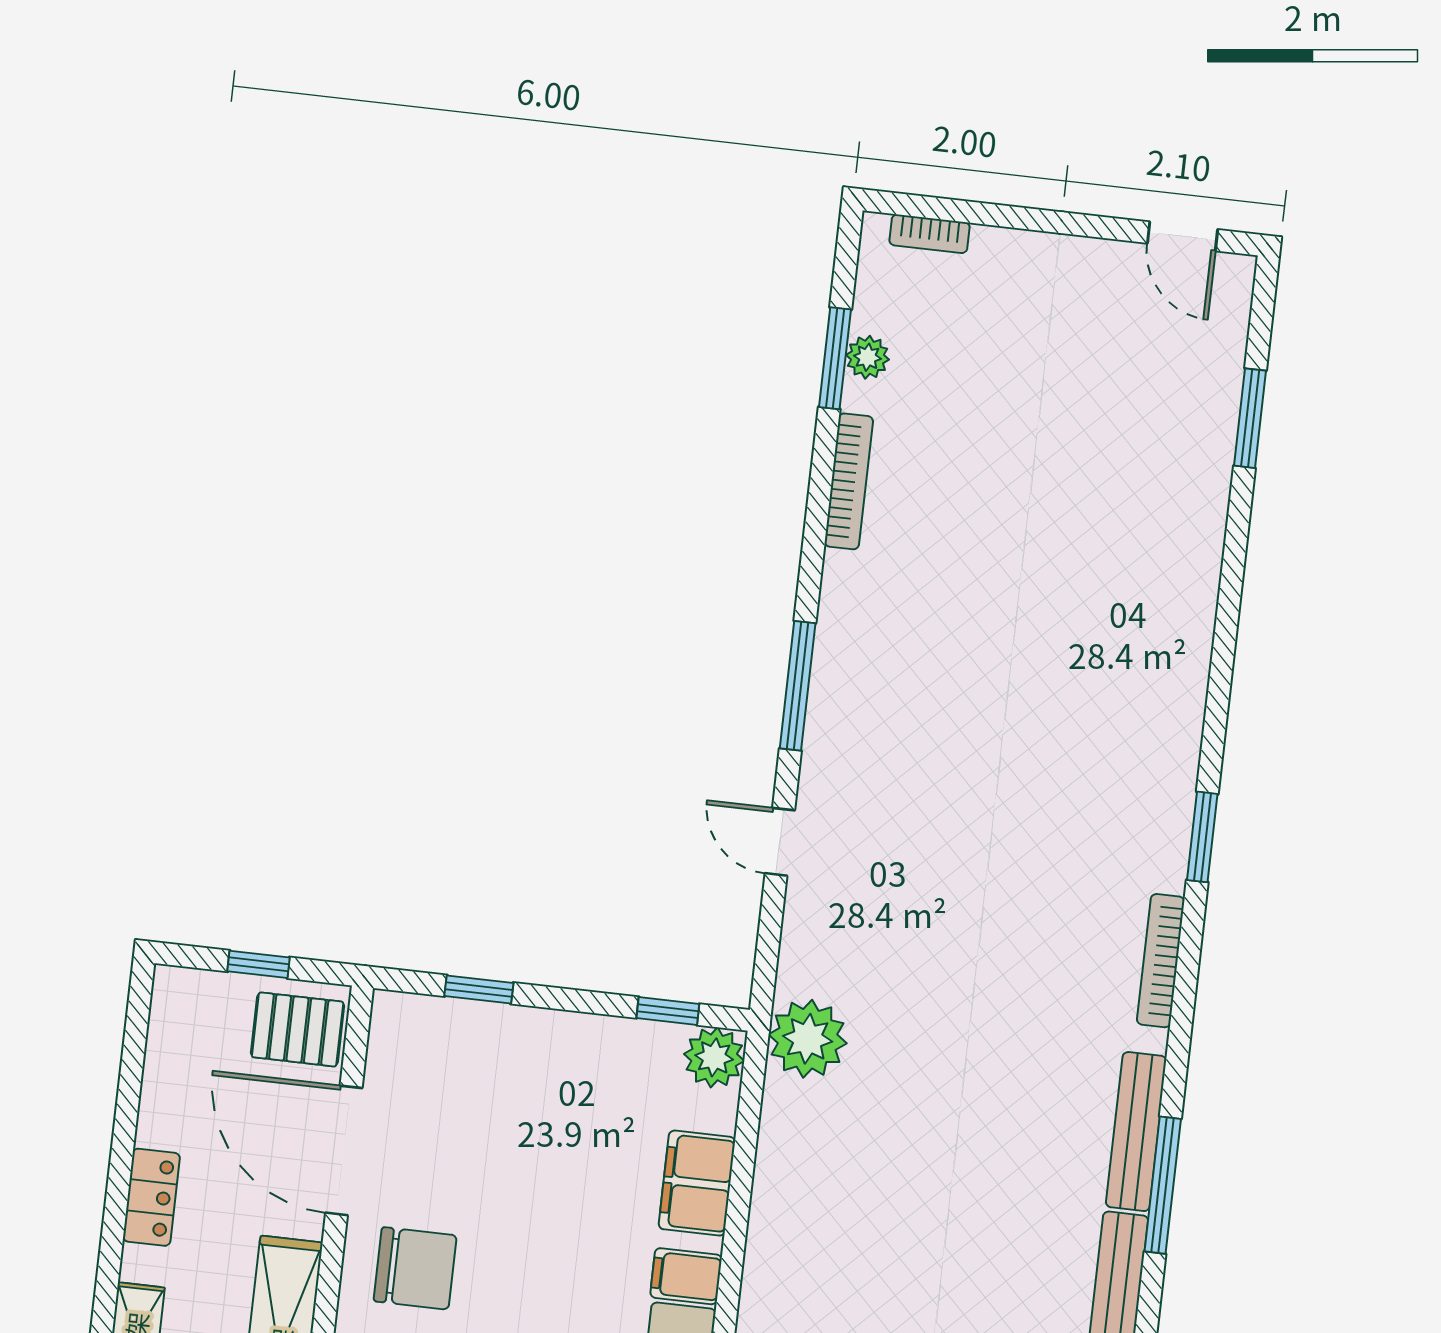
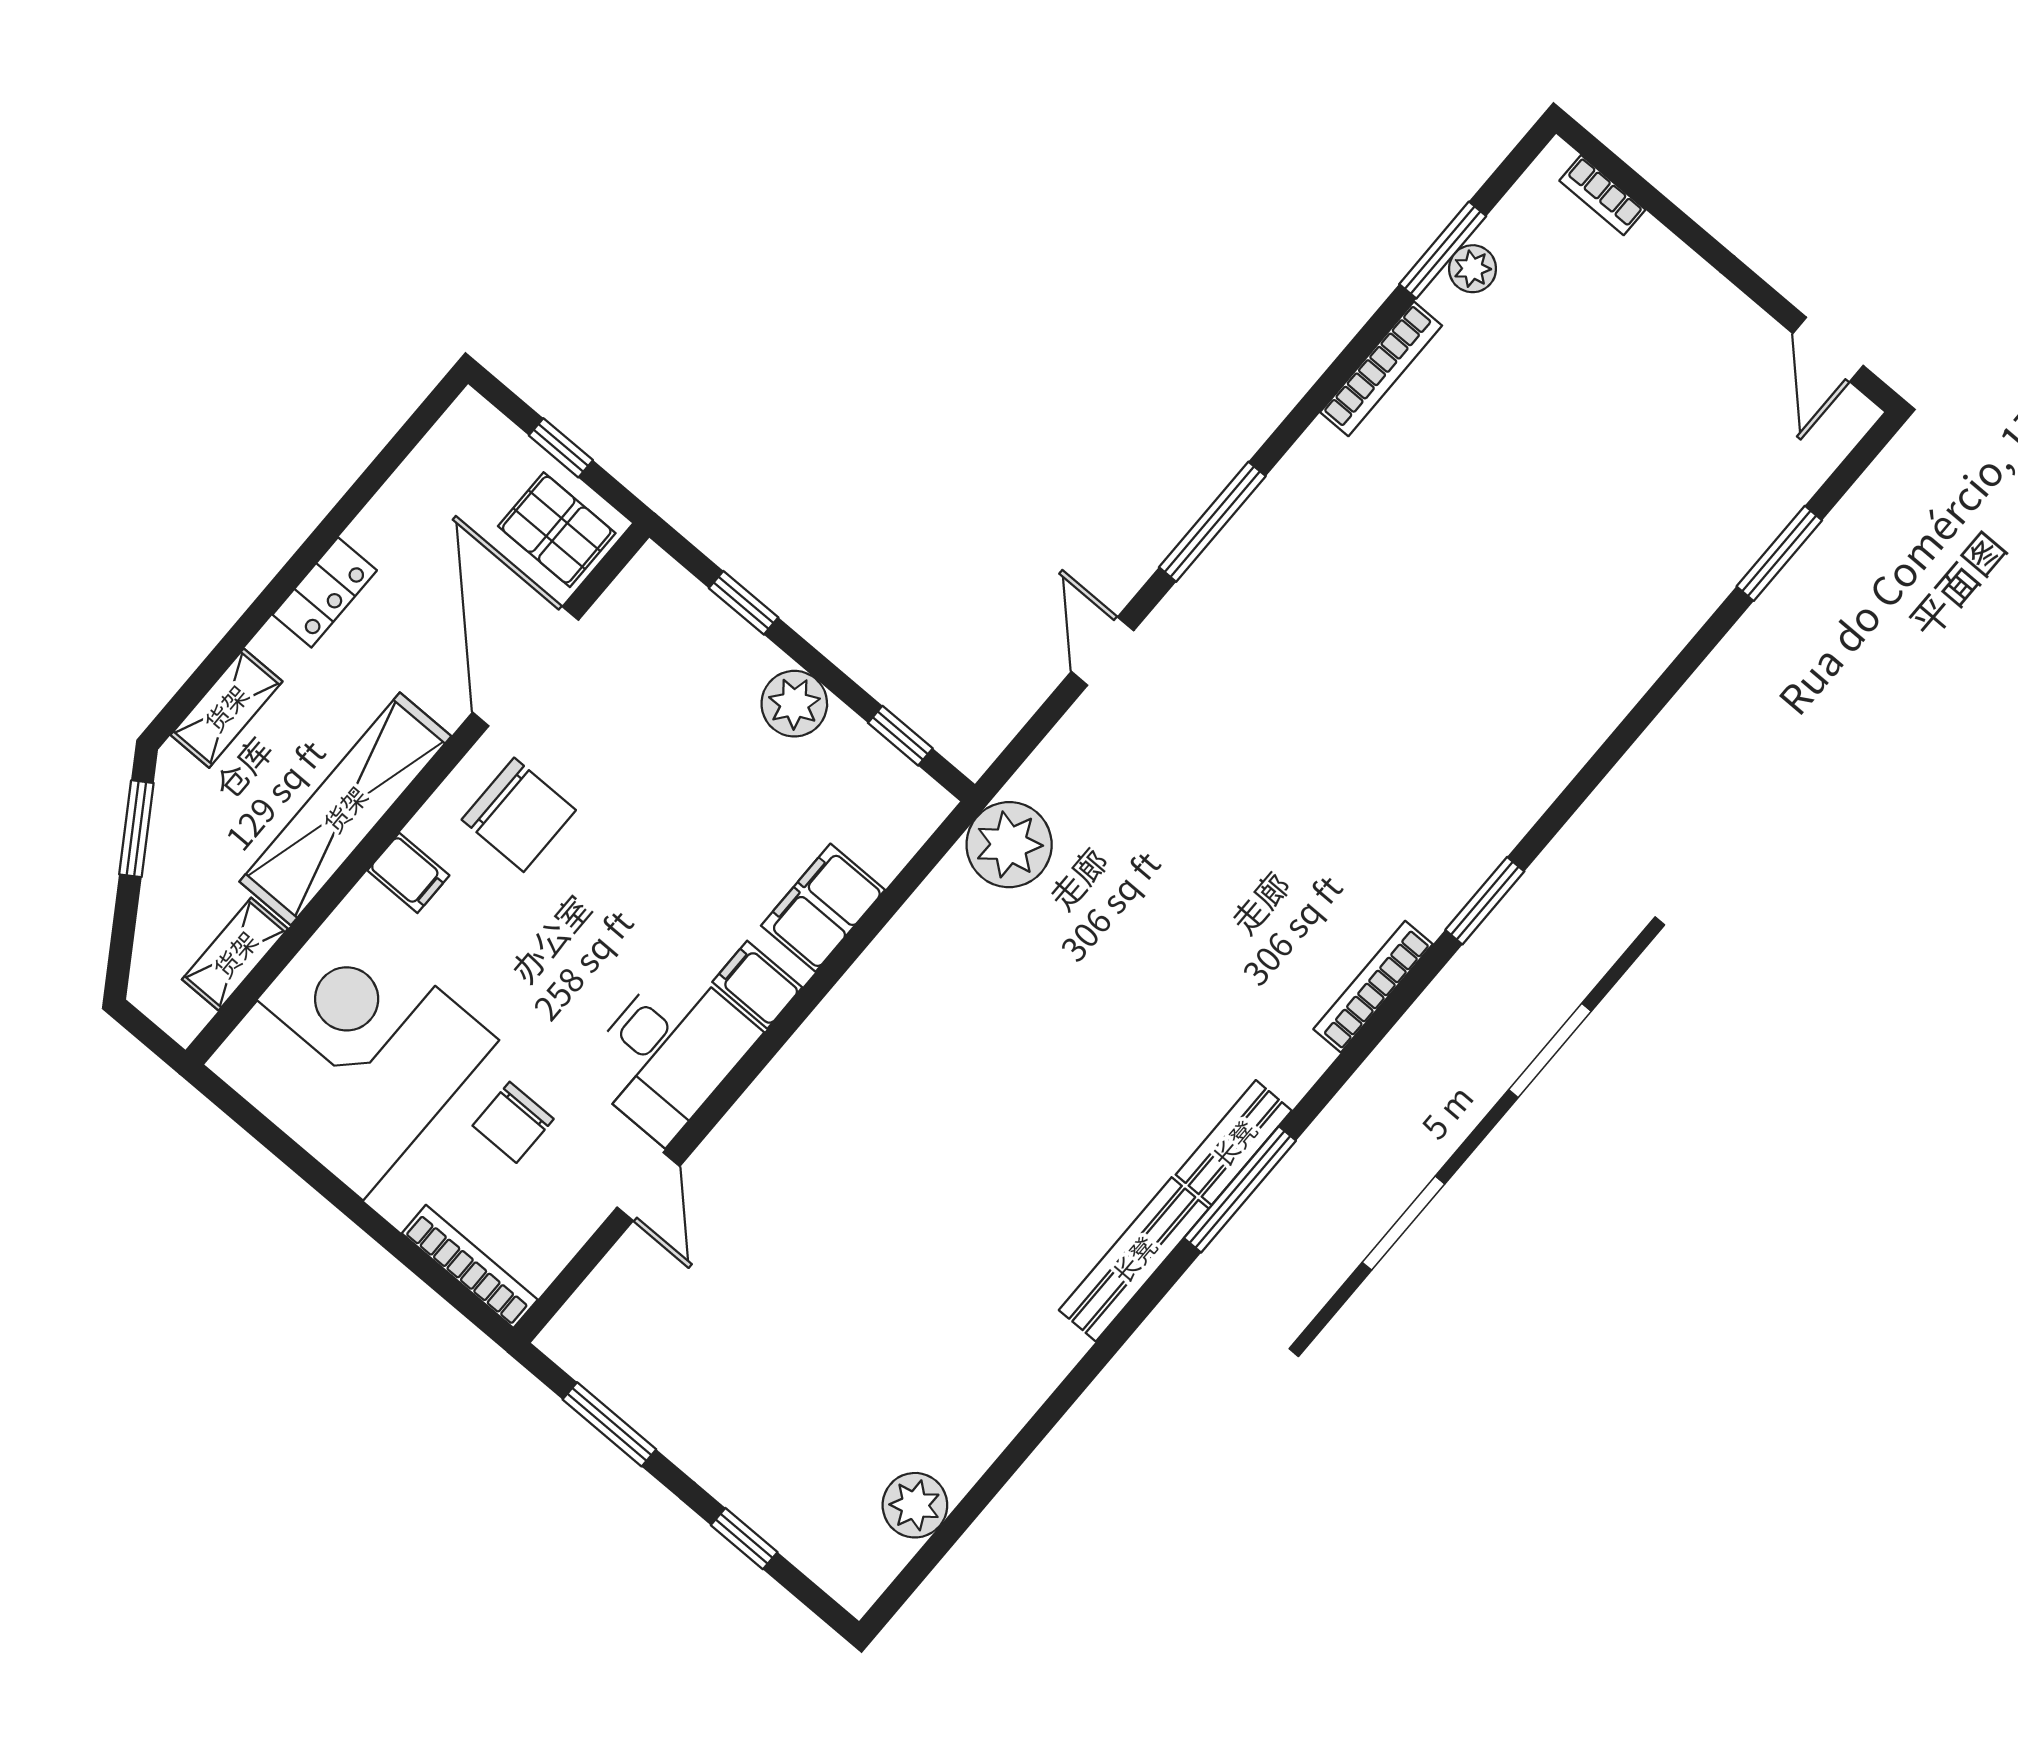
plant: (714, 1057) -> (794, 704), moved
bench: (1136, 1132) -> (1234, 1143), width x0.73

